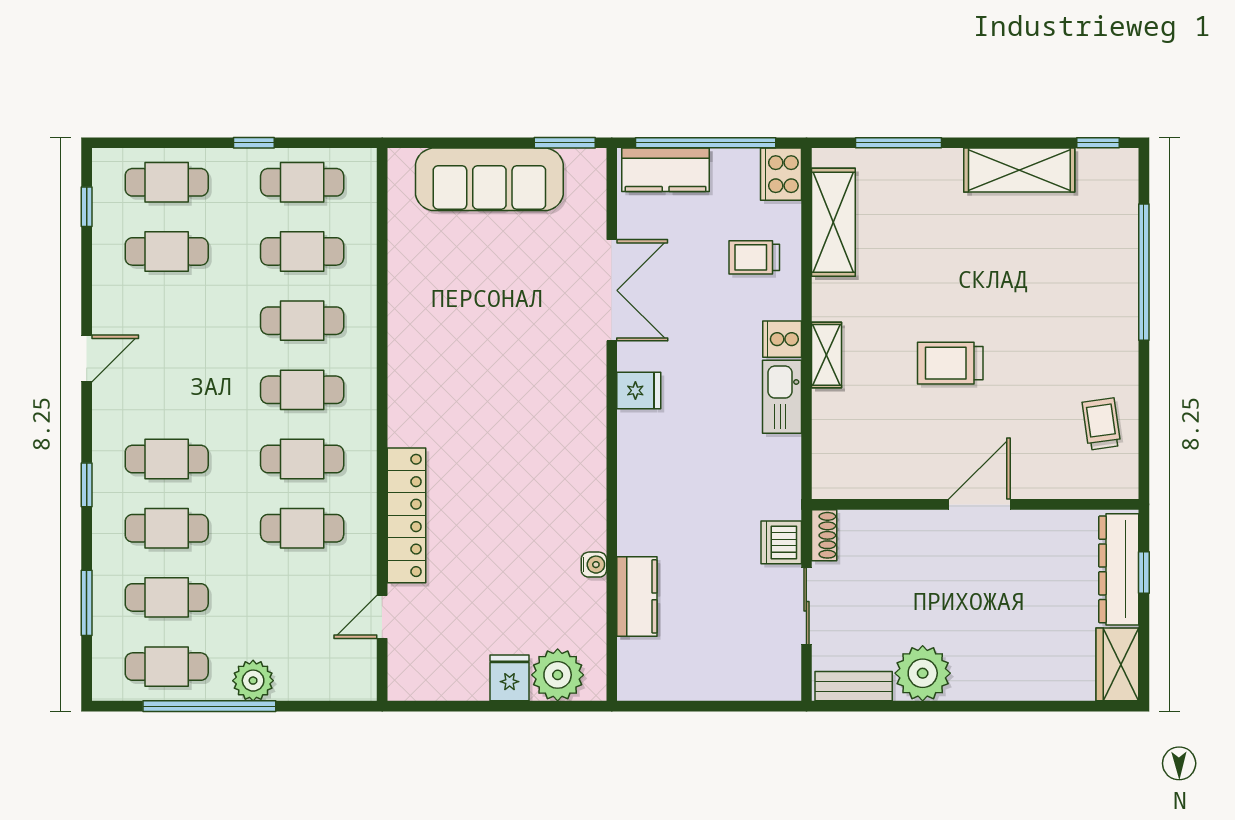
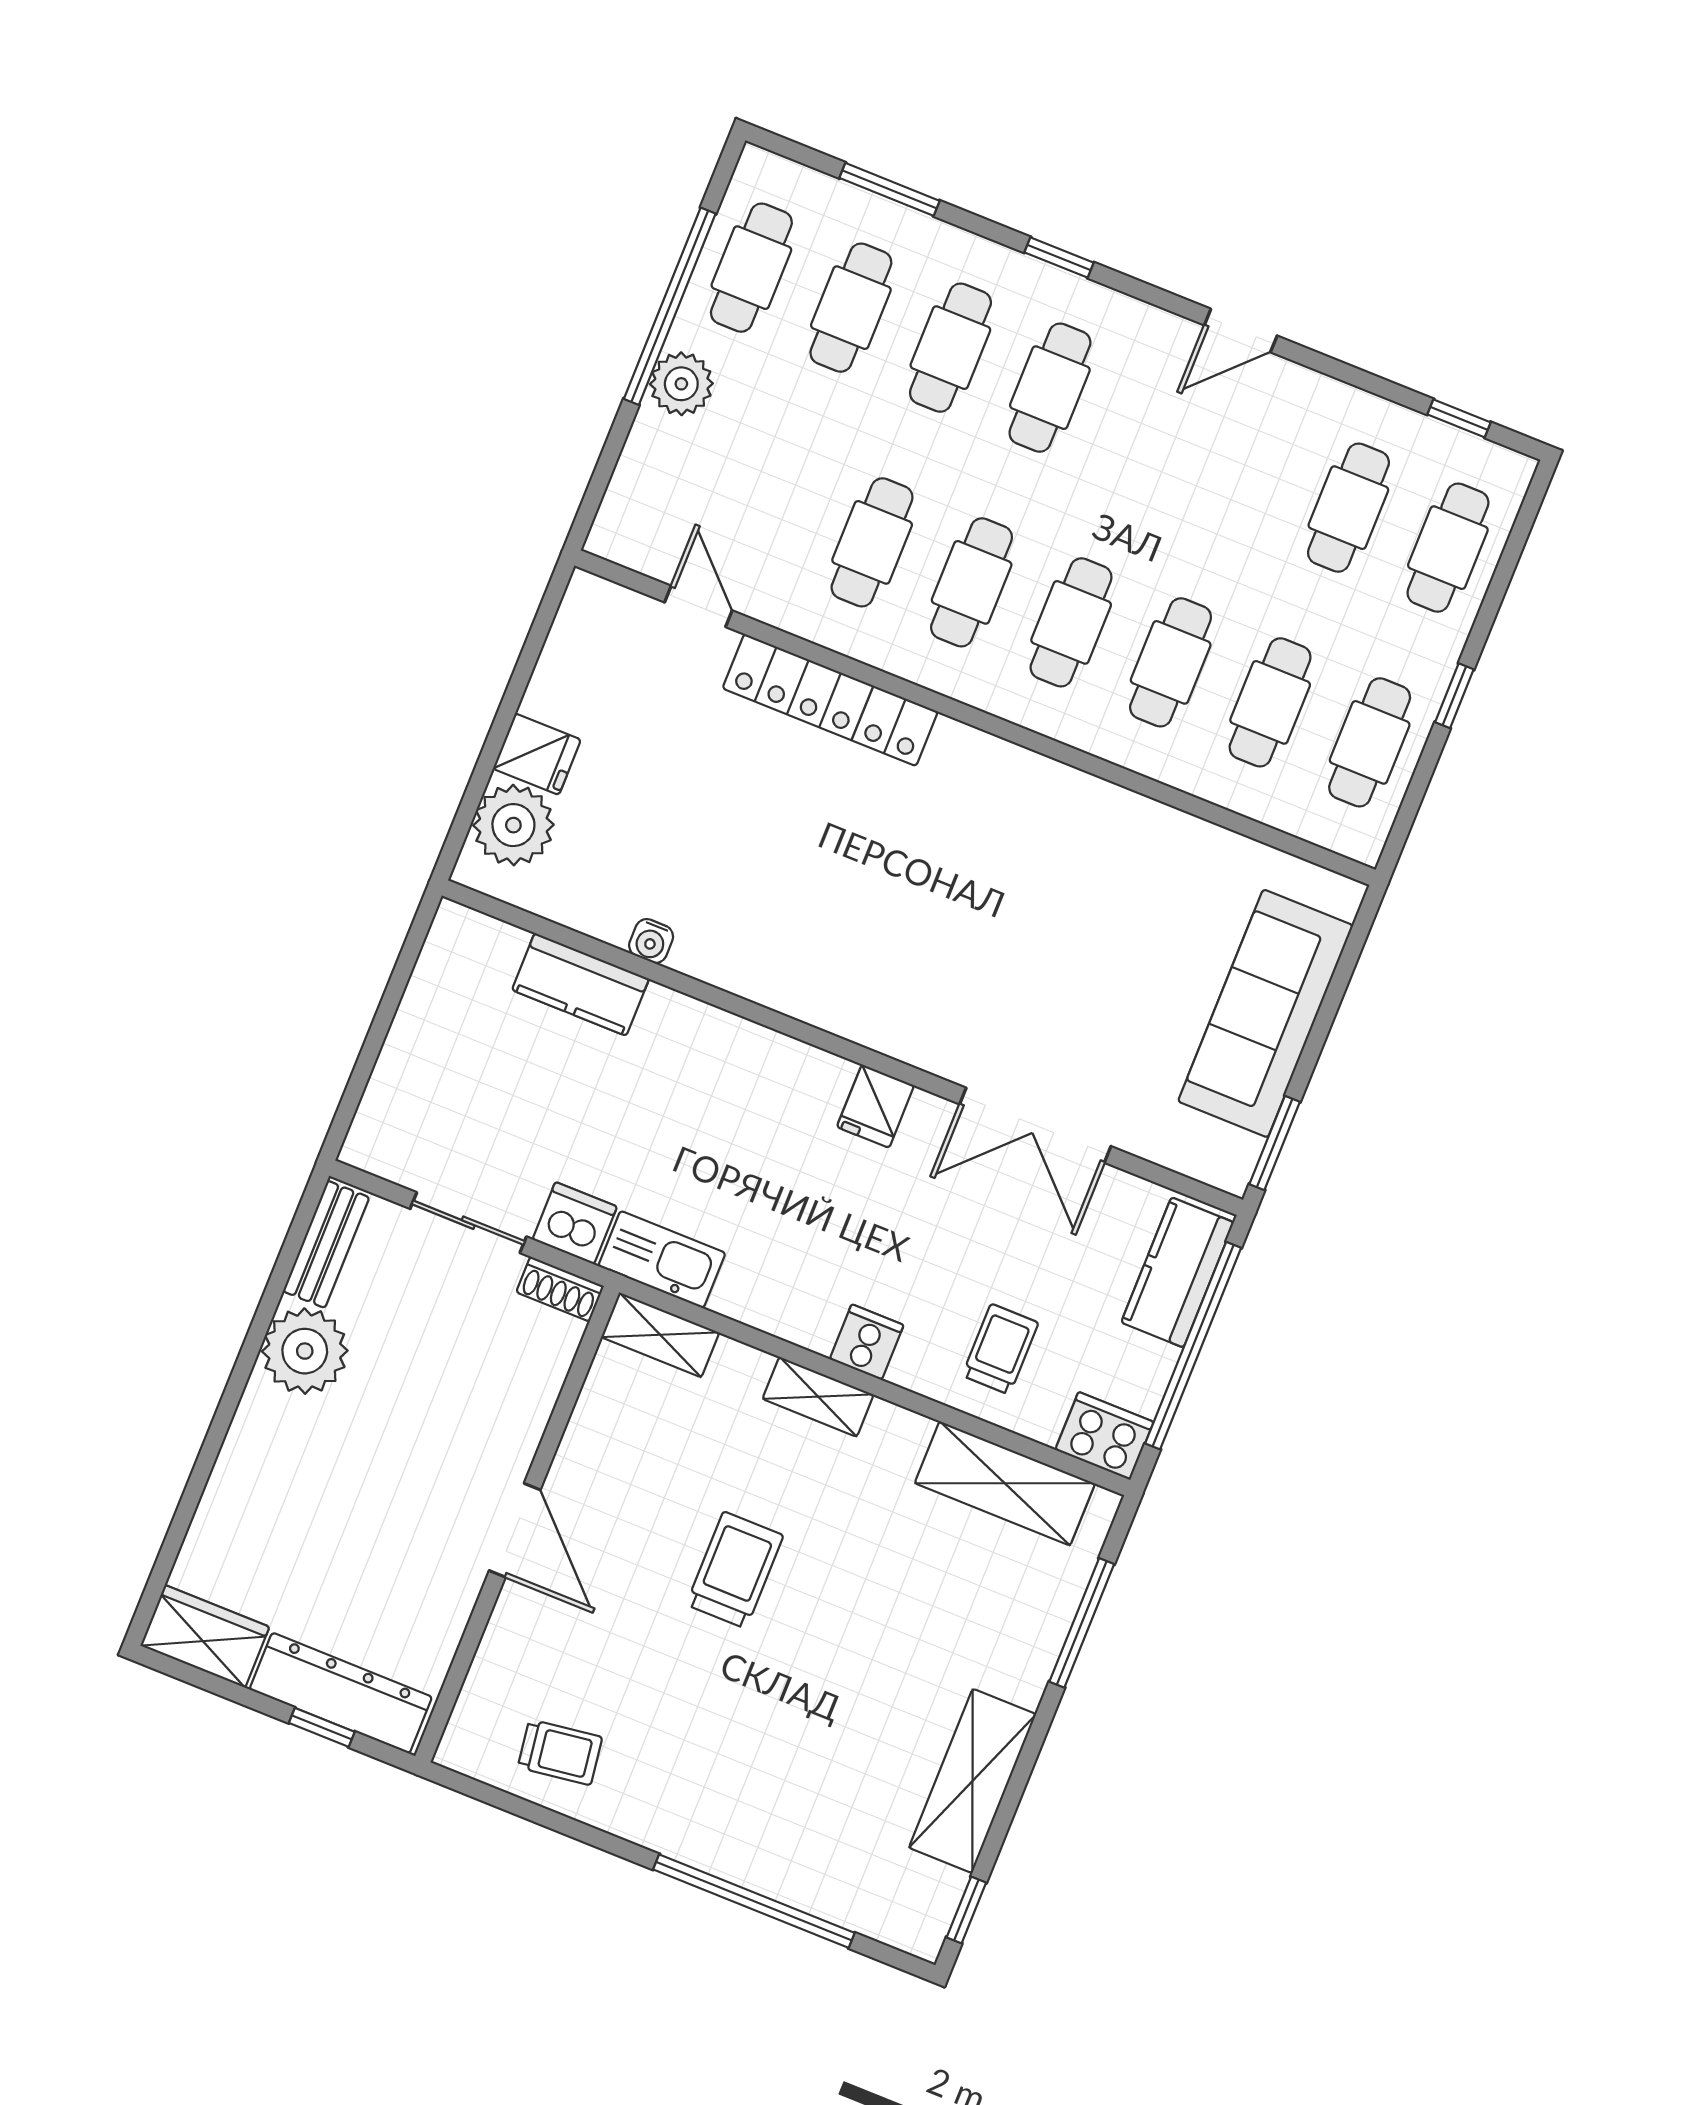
door: (87, 359) -> (1241, 331), hinge flipped
kitchen sink: (782, 397) -> (662, 1259), moved
shelving: (827, 464) -> (660, 1335), added

